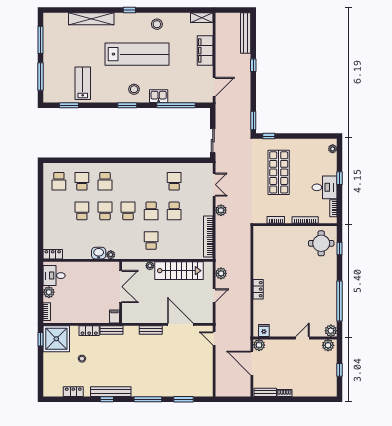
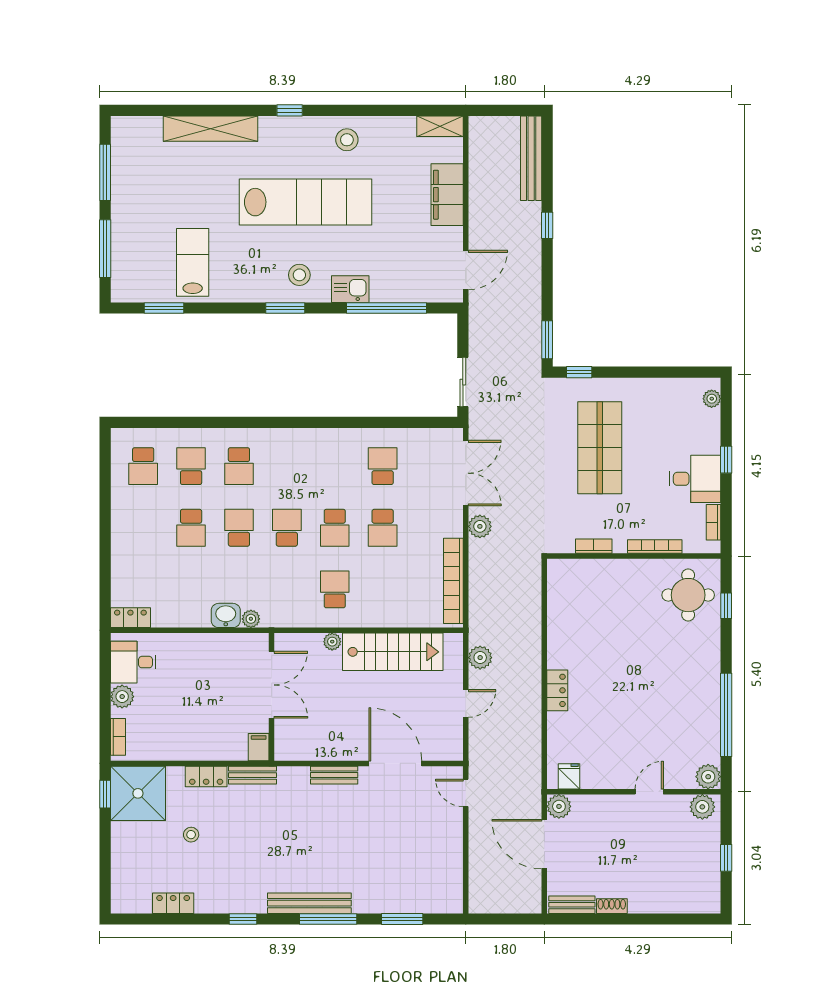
double door: (214, 185) -> (466, 473), width x1.37
school desk: (82, 211) -> (191, 528), turned 180
bench: (111, 392) -> (309, 903), moved

